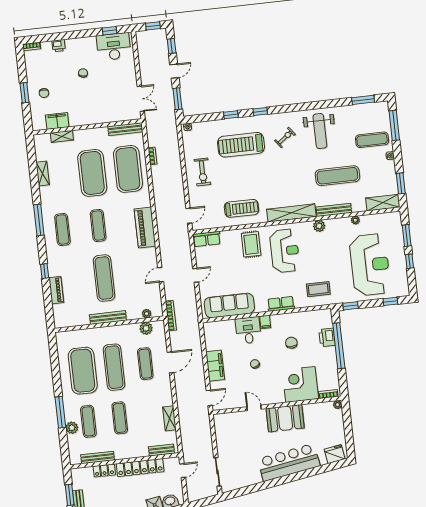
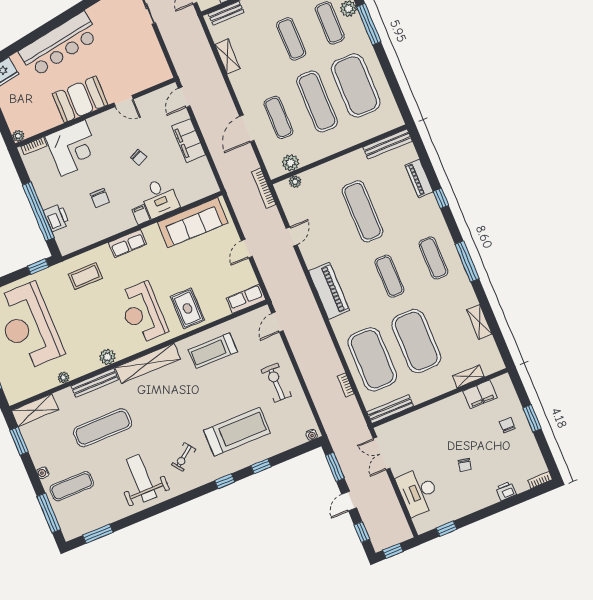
desk: (114, 47) -> (418, 492), moved, turned 90
bench: (108, 318) -> (388, 144), moved

